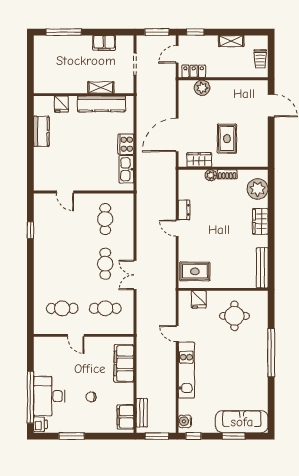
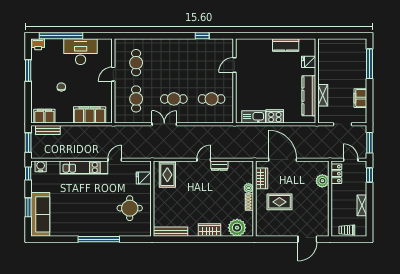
desk: (49, 396) -> (81, 52), moved

